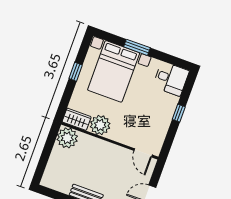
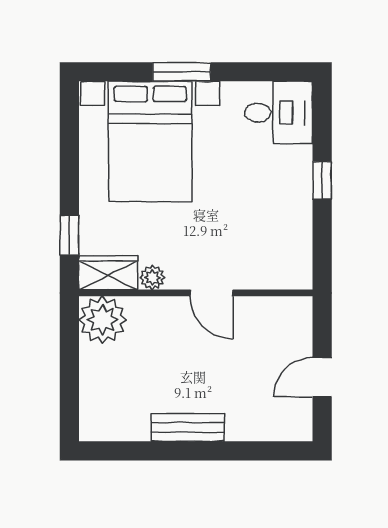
window: (76, 72) -> (69, 235), moved
plant: (100, 125) -> (152, 277), width x0.53, depth x0.53
door: (143, 153) -> (211, 293), moved

